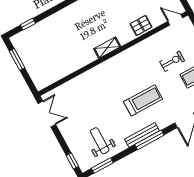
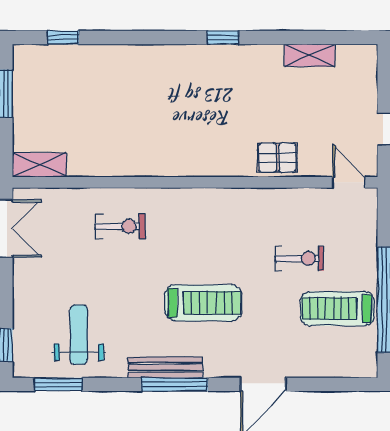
shelving: (107, 48) -> (39, 165), moved
exercise bike: (93, 88) -> (120, 226), added

